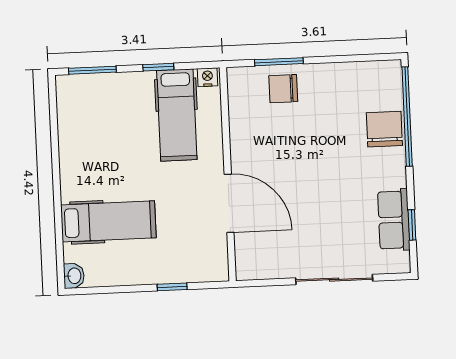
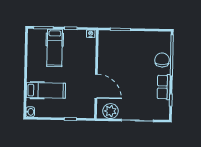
chair: (283, 89) -> (122, 41), removed
hospital bed: (177, 115) -> (55, 48), moved
row of seats: (394, 220) -> (164, 87), moved
plant: (268, 261) -> (110, 111), added

